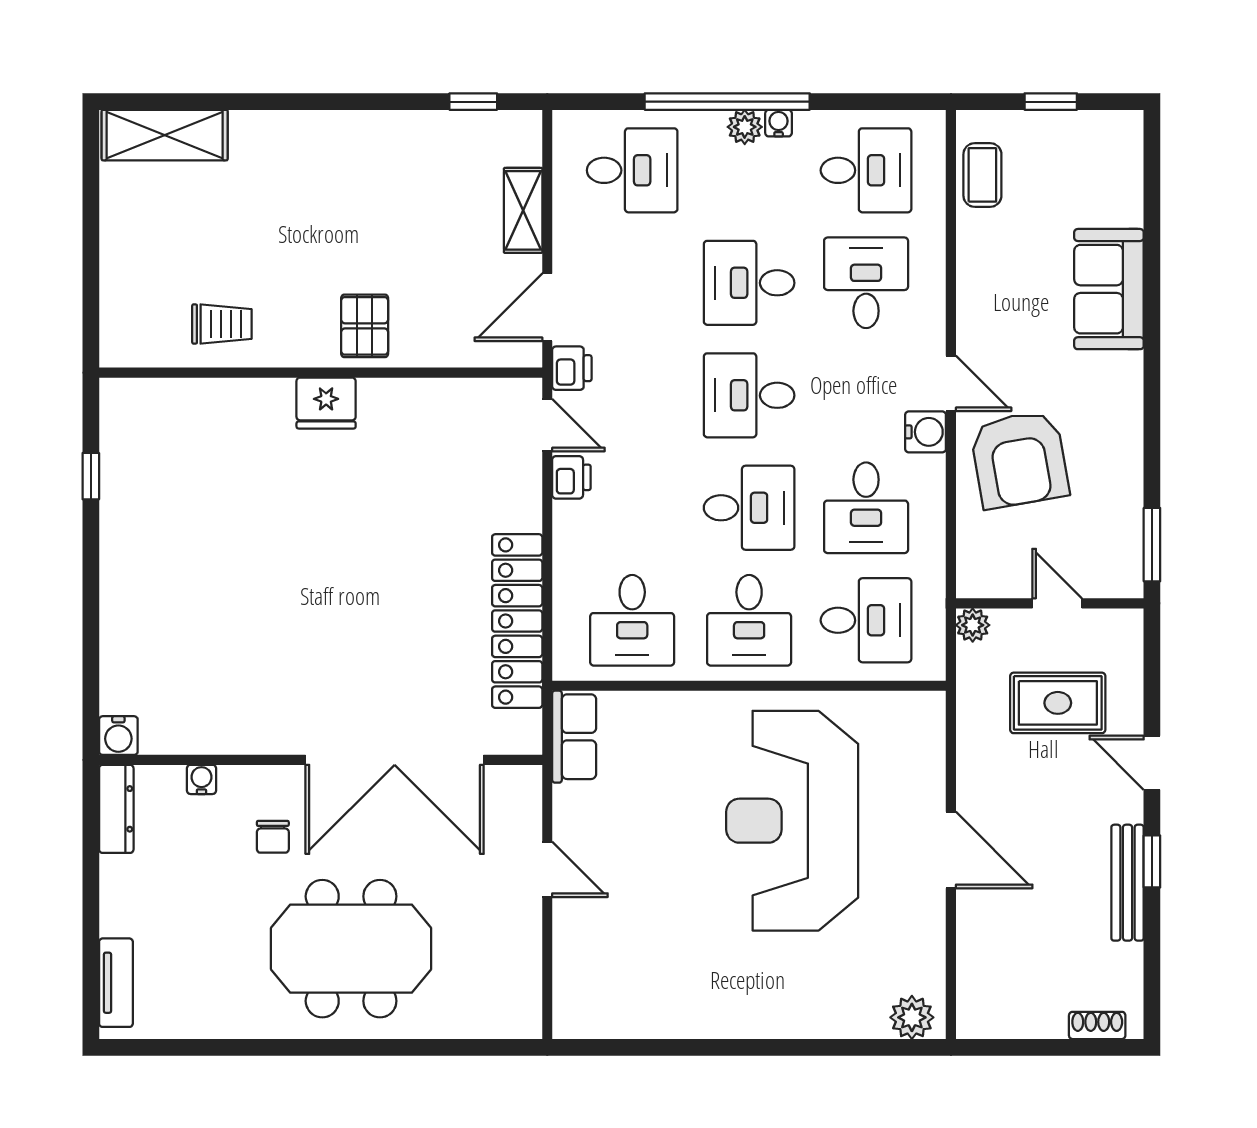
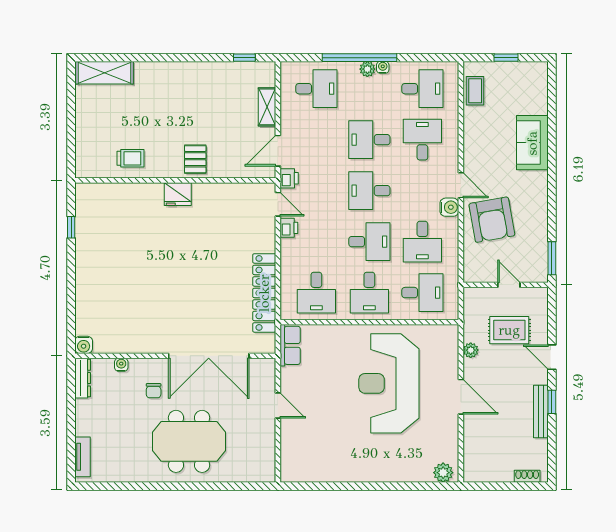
plant: (973, 625) -> (471, 350), moved

